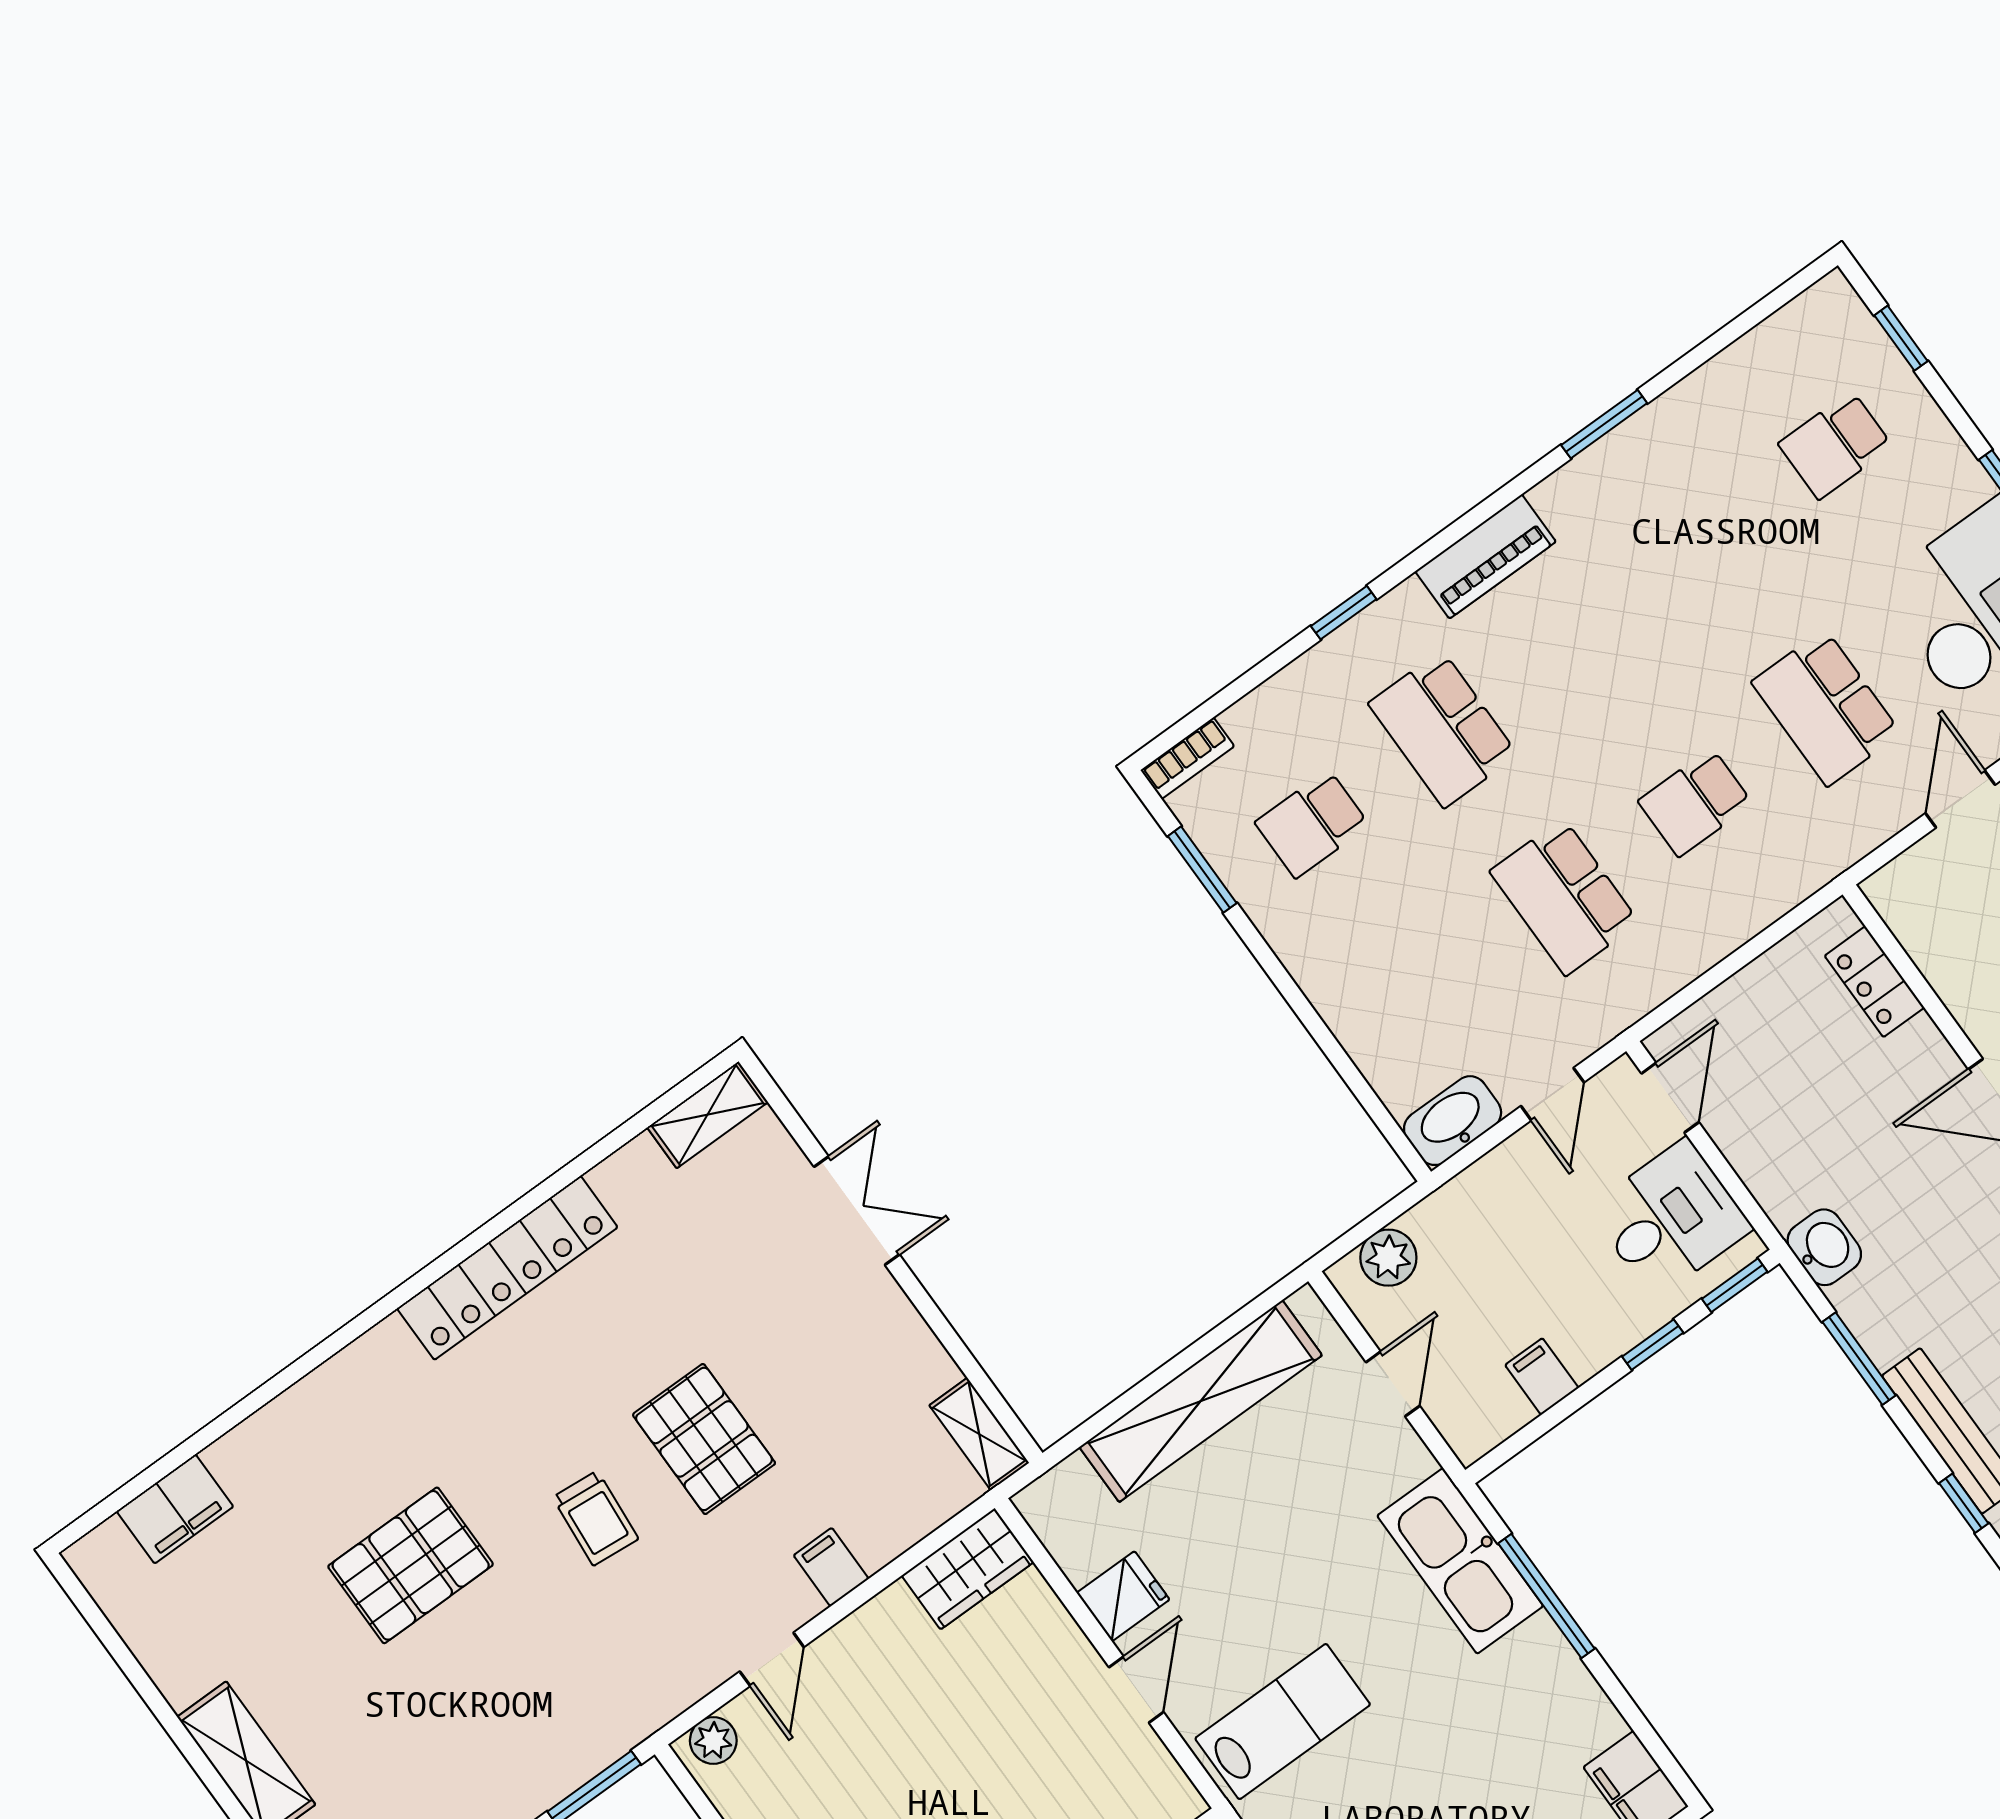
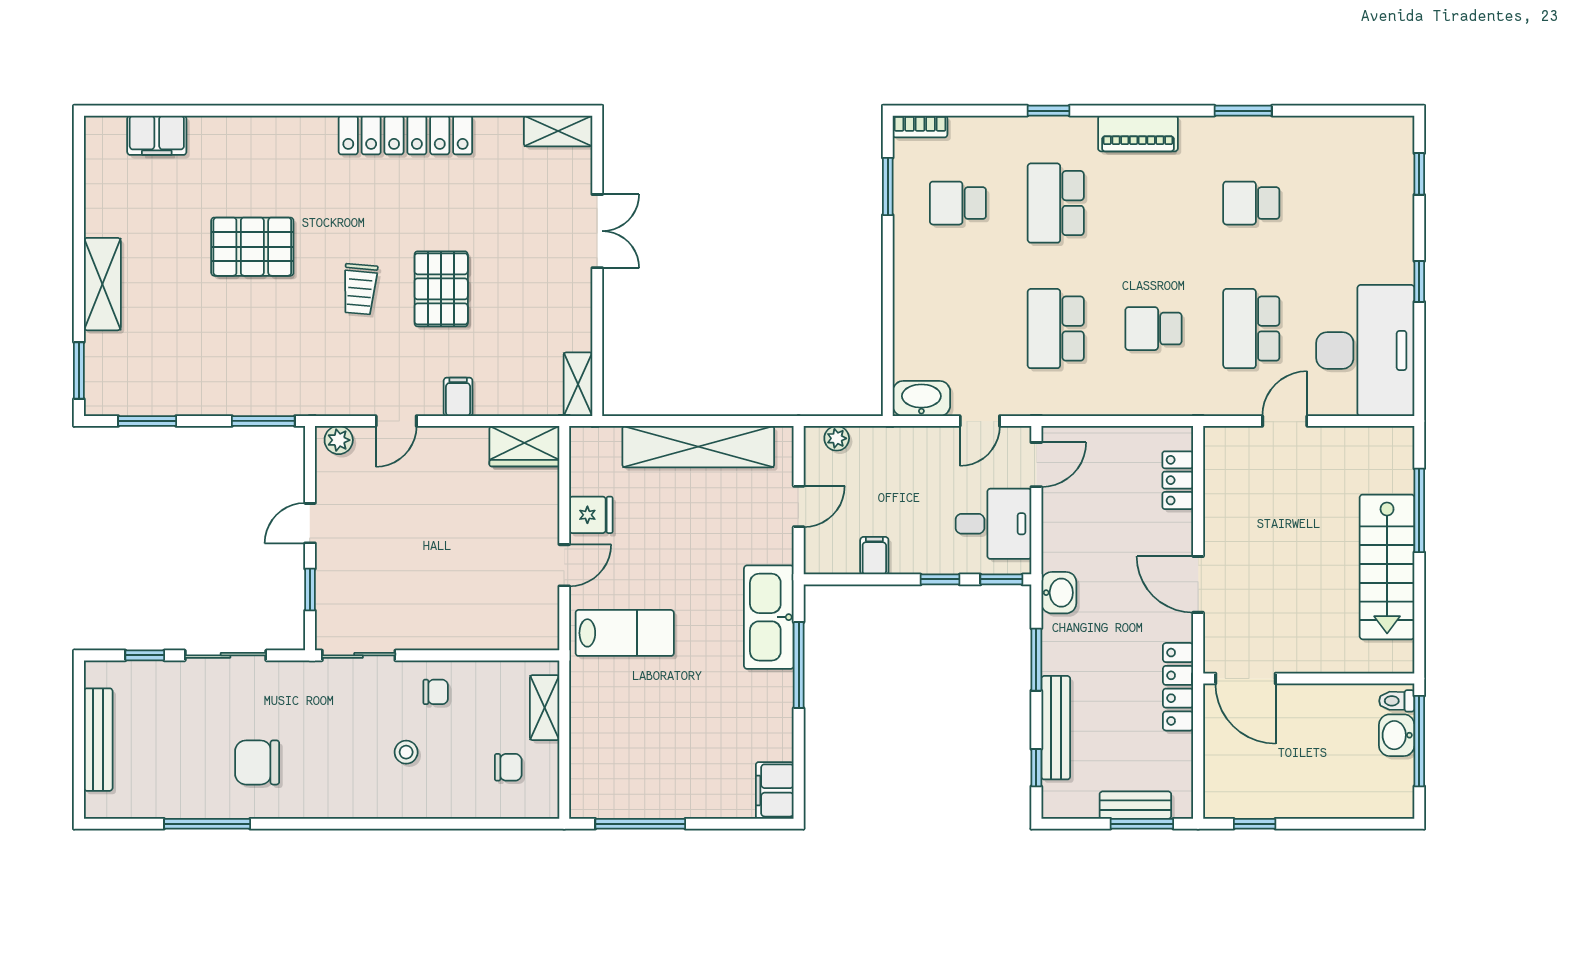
school desk: (1835, 445) -> (1251, 203), moved
plant: (1388, 1258) -> (837, 438), width x0.73, depth x0.73

